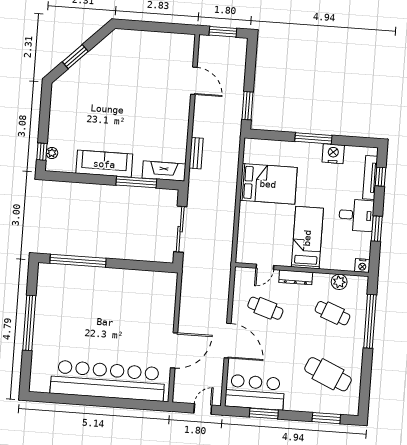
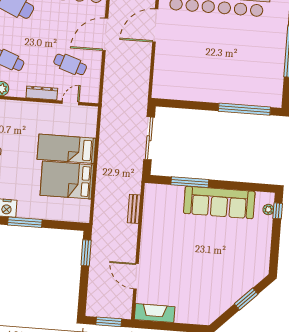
sofa: (104, 164) -> (219, 202), width x1.36, depth x1.27
fireplace: (164, 171) -> (155, 313), moved, turned 180
bed: (307, 238) -> (66, 149), moved, turned 90
door: (228, 341) -> (105, 34), hinge flipped

